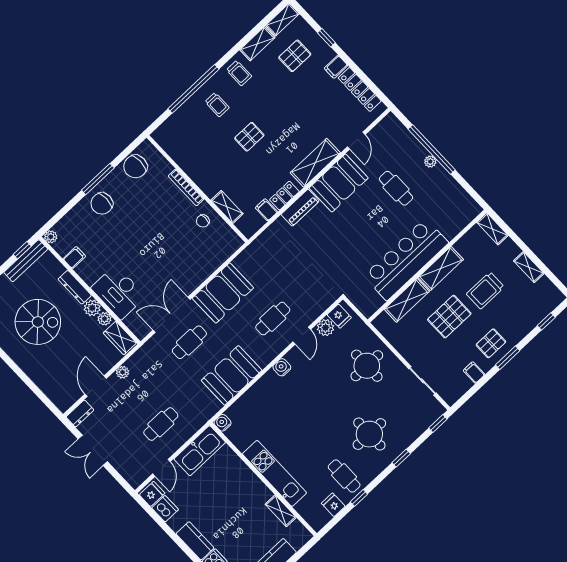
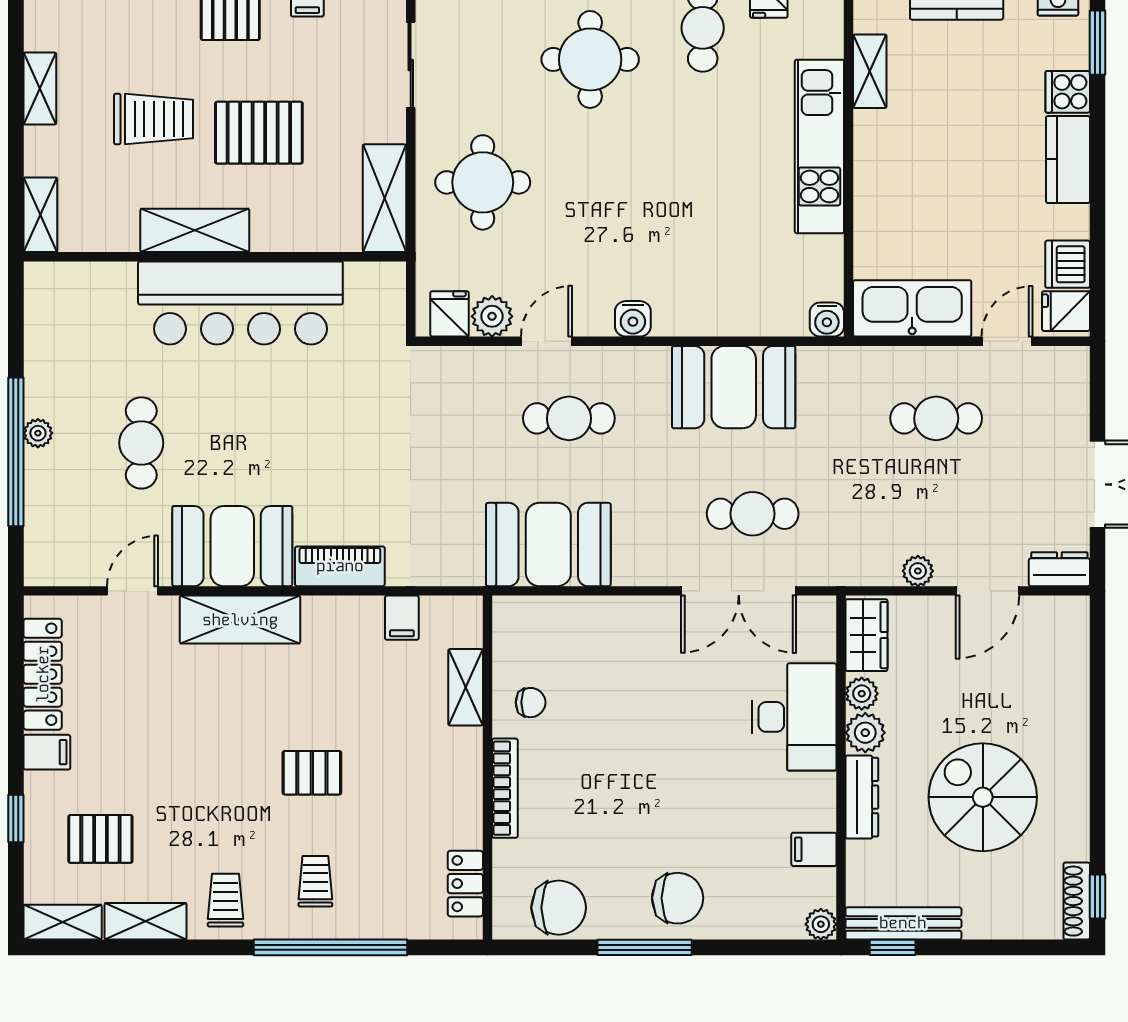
locker: (284, 196) -> (465, 884), moved, turned 90
booth: (223, 293) -> (548, 545), moved
shelving: (407, 300) -> (385, 198), moved, turned 90

